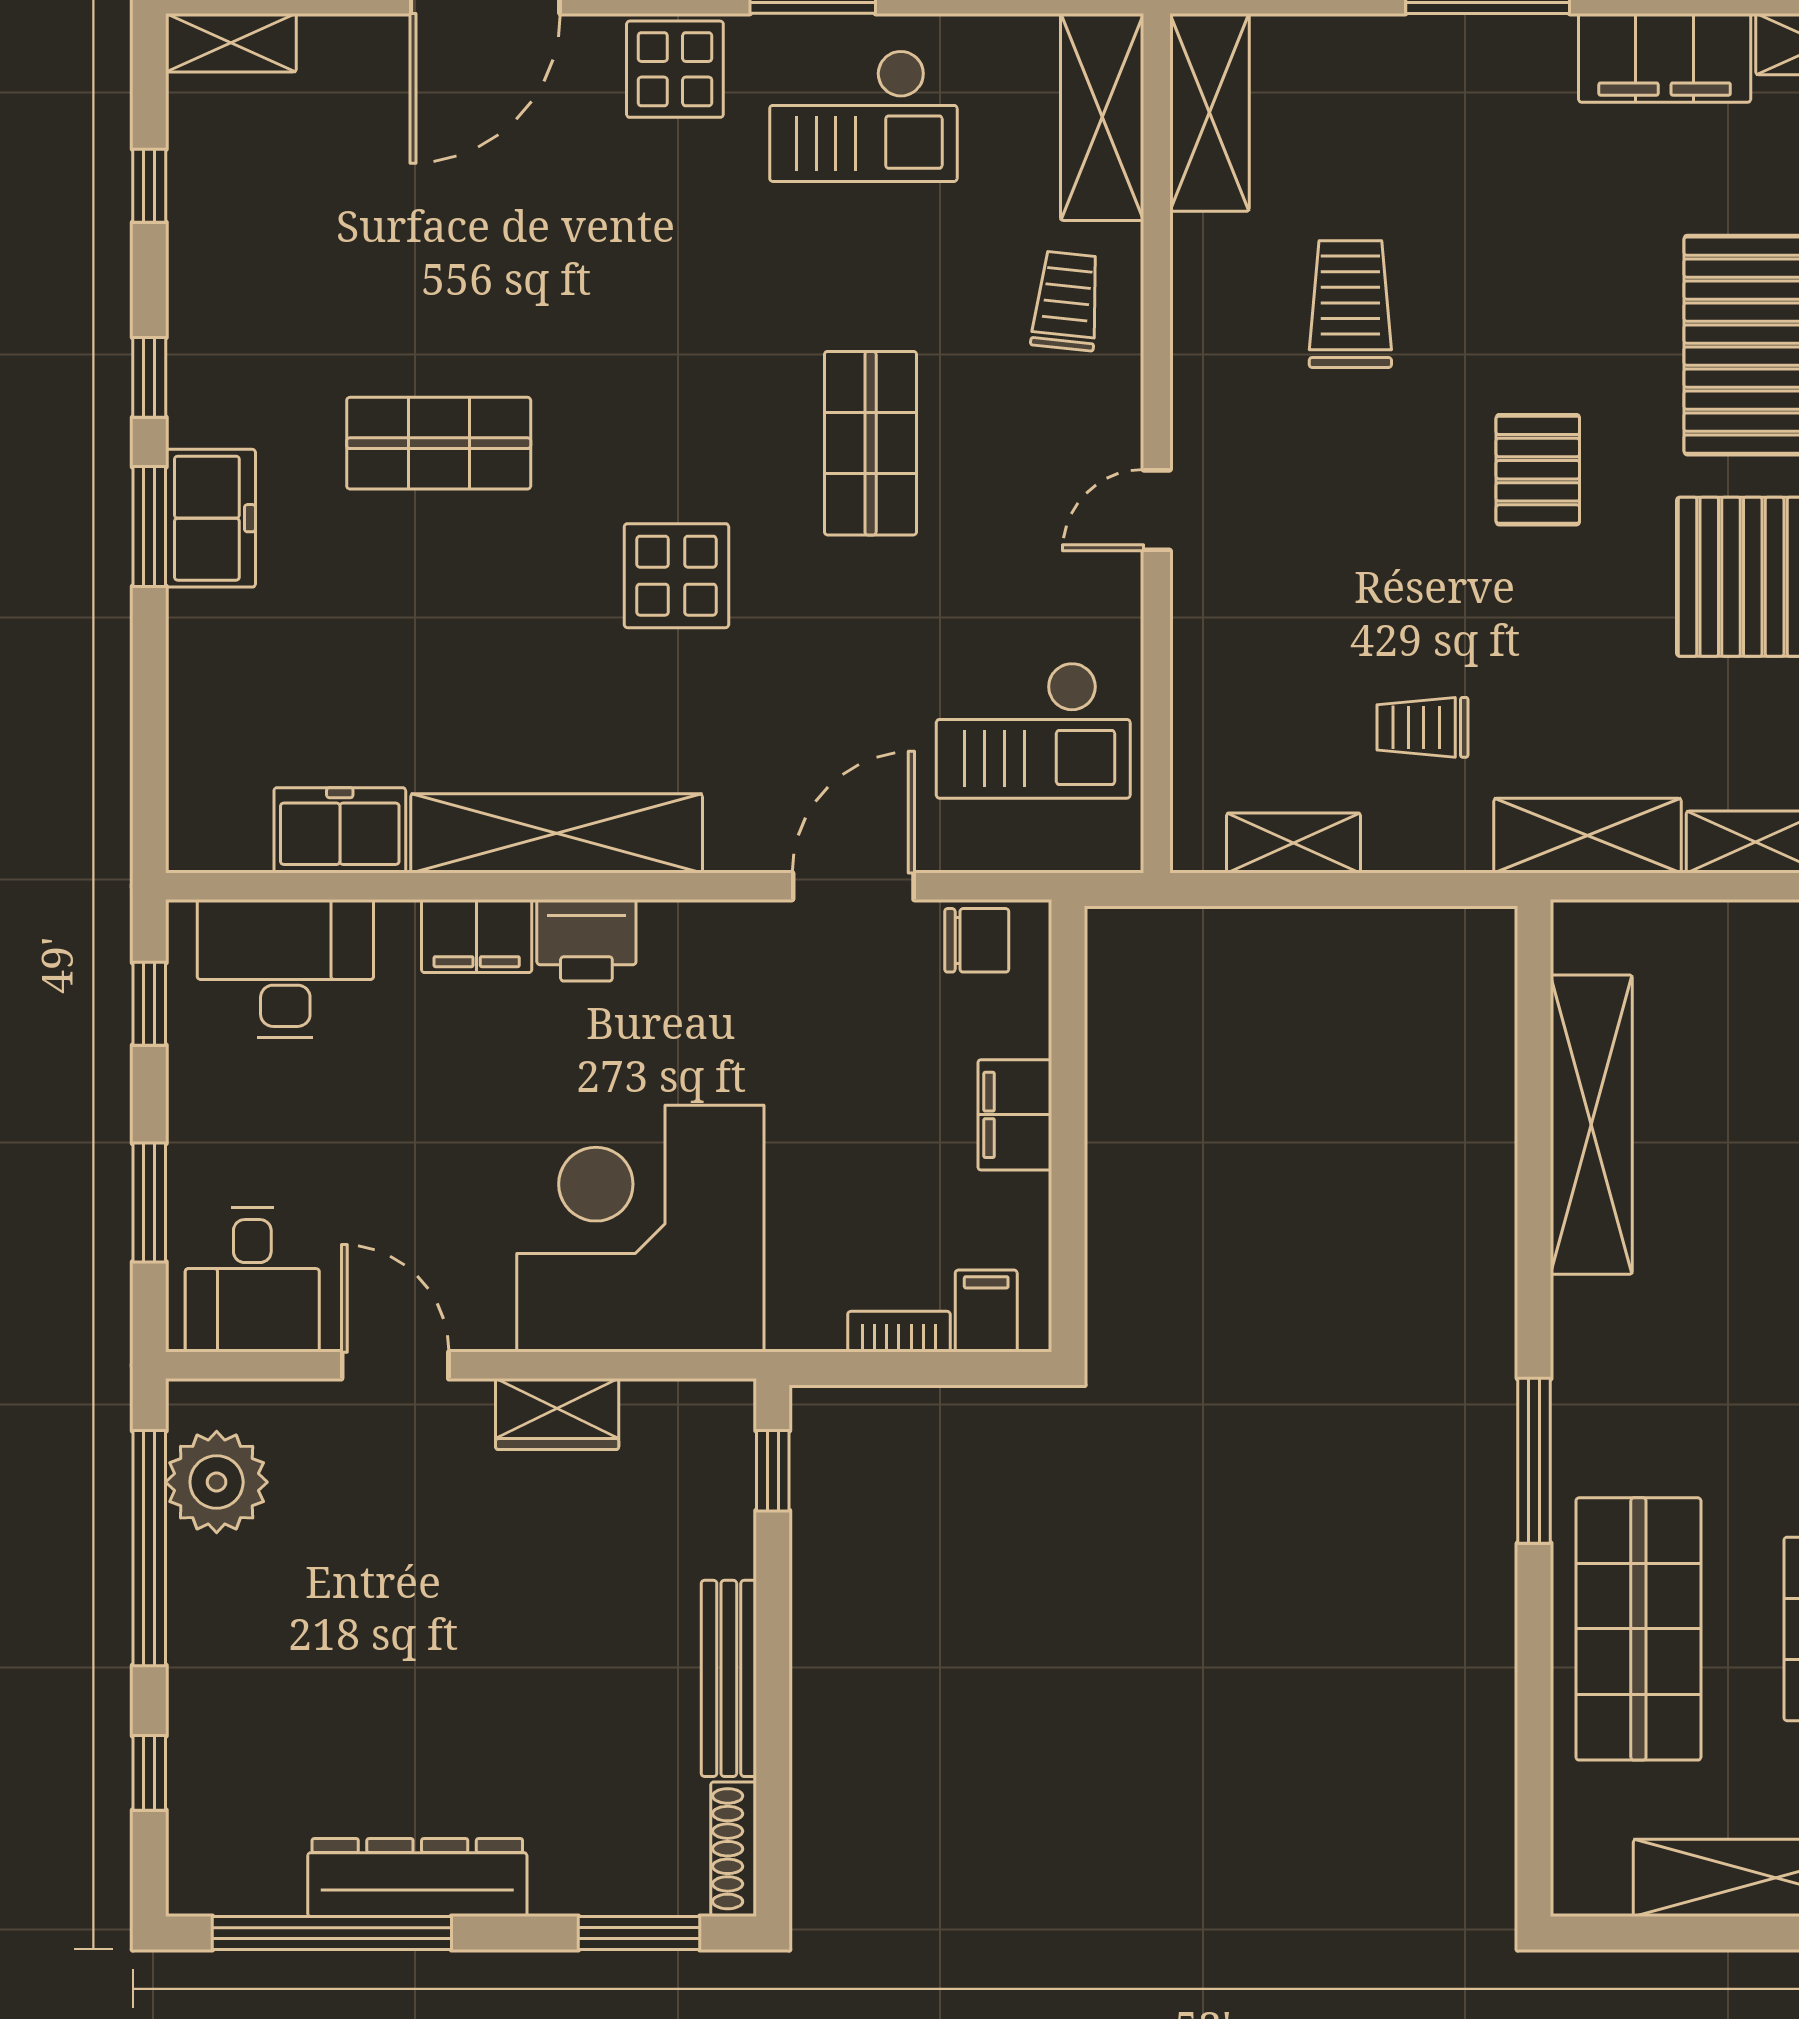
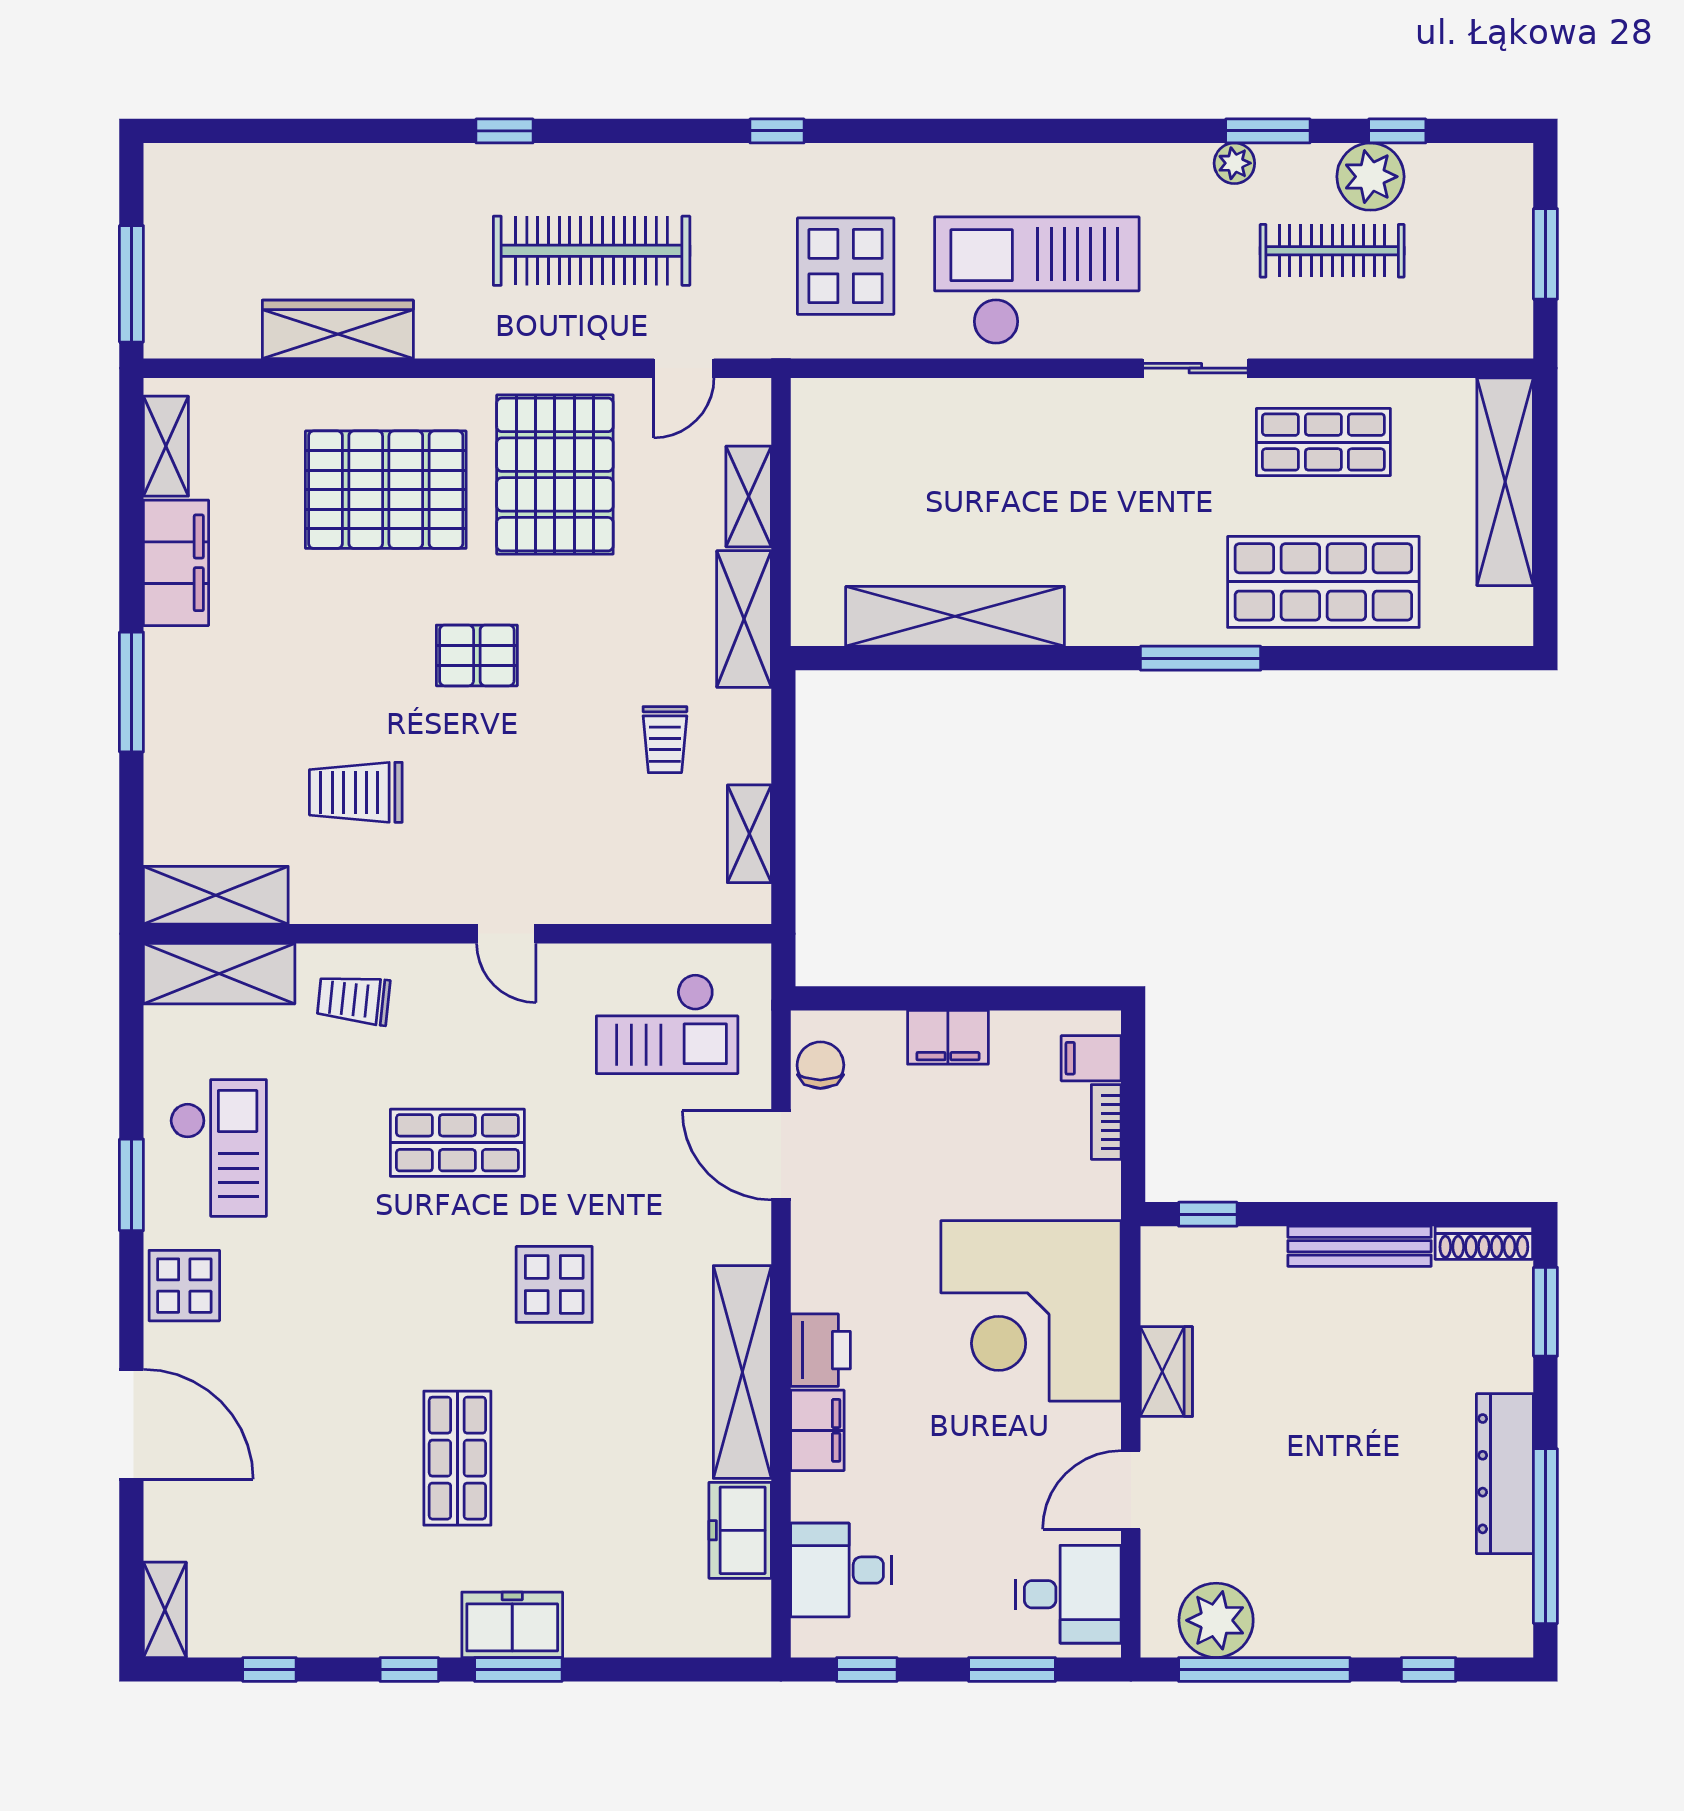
checkout: (1033, 730) -> (667, 1024), turned 90
desk: (285, 968) -> (841, 1570), width x0.73

